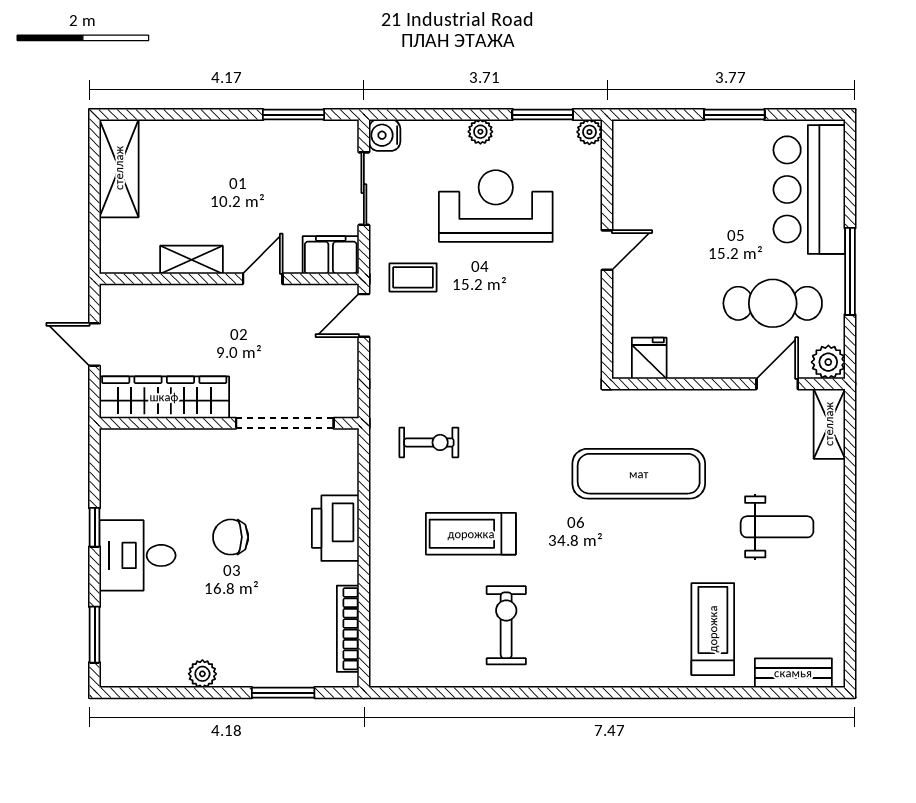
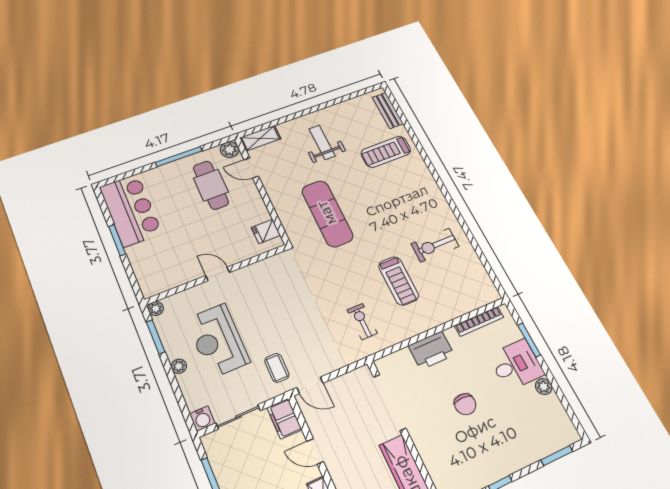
bar counter: (809, 189) -> (131, 210), moved, turned -90
desk: (137, 555) -> (516, 365), moved, turned -90

